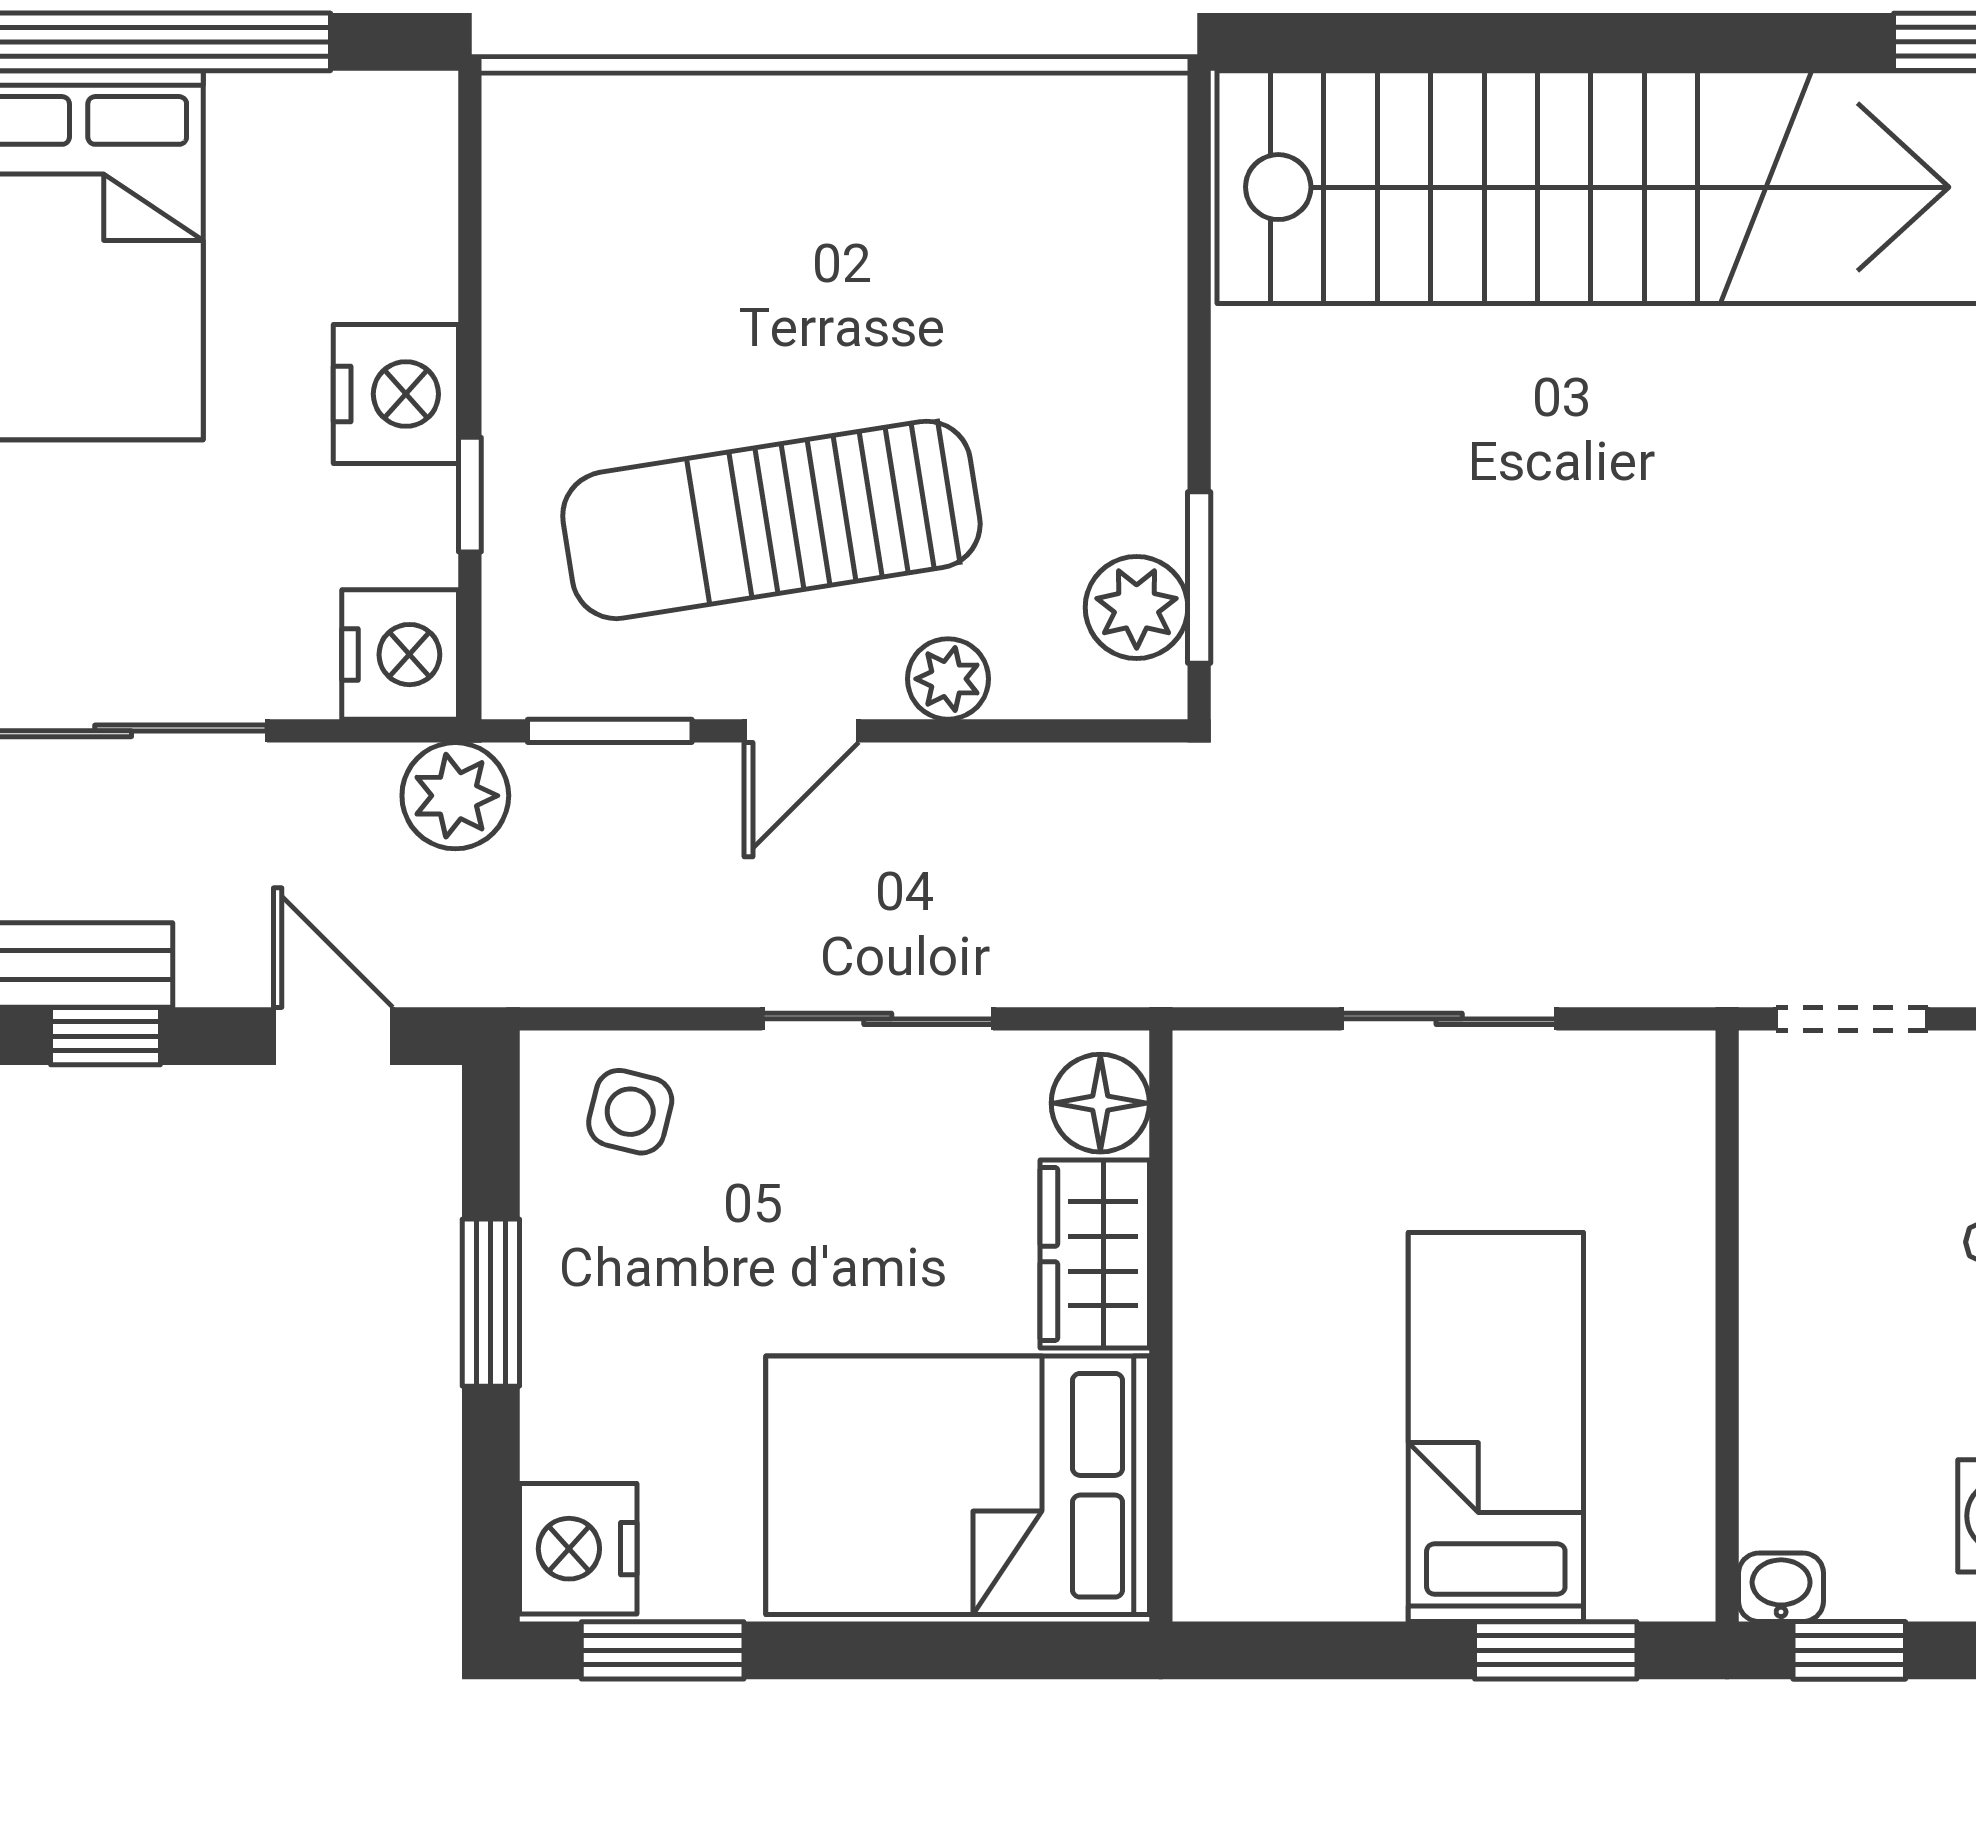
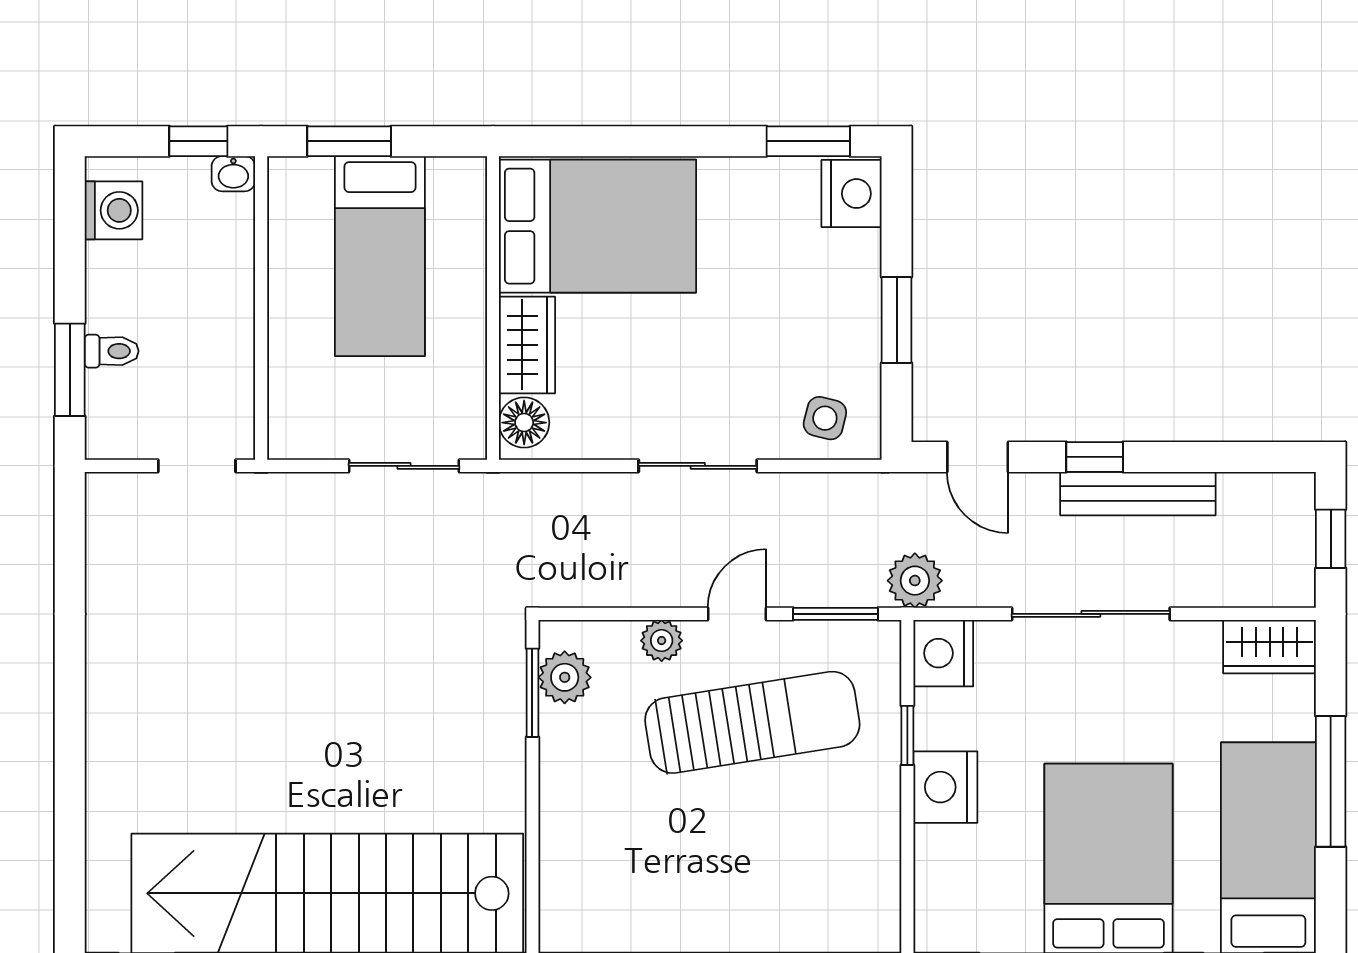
floor lamp: (1100, 1103) -> (524, 423), moved
wardrobe: (1095, 1254) -> (527, 345), moved
wall: (1161, 1326) -> (493, 308), moved
bed: (958, 1485) -> (597, 226), moved

